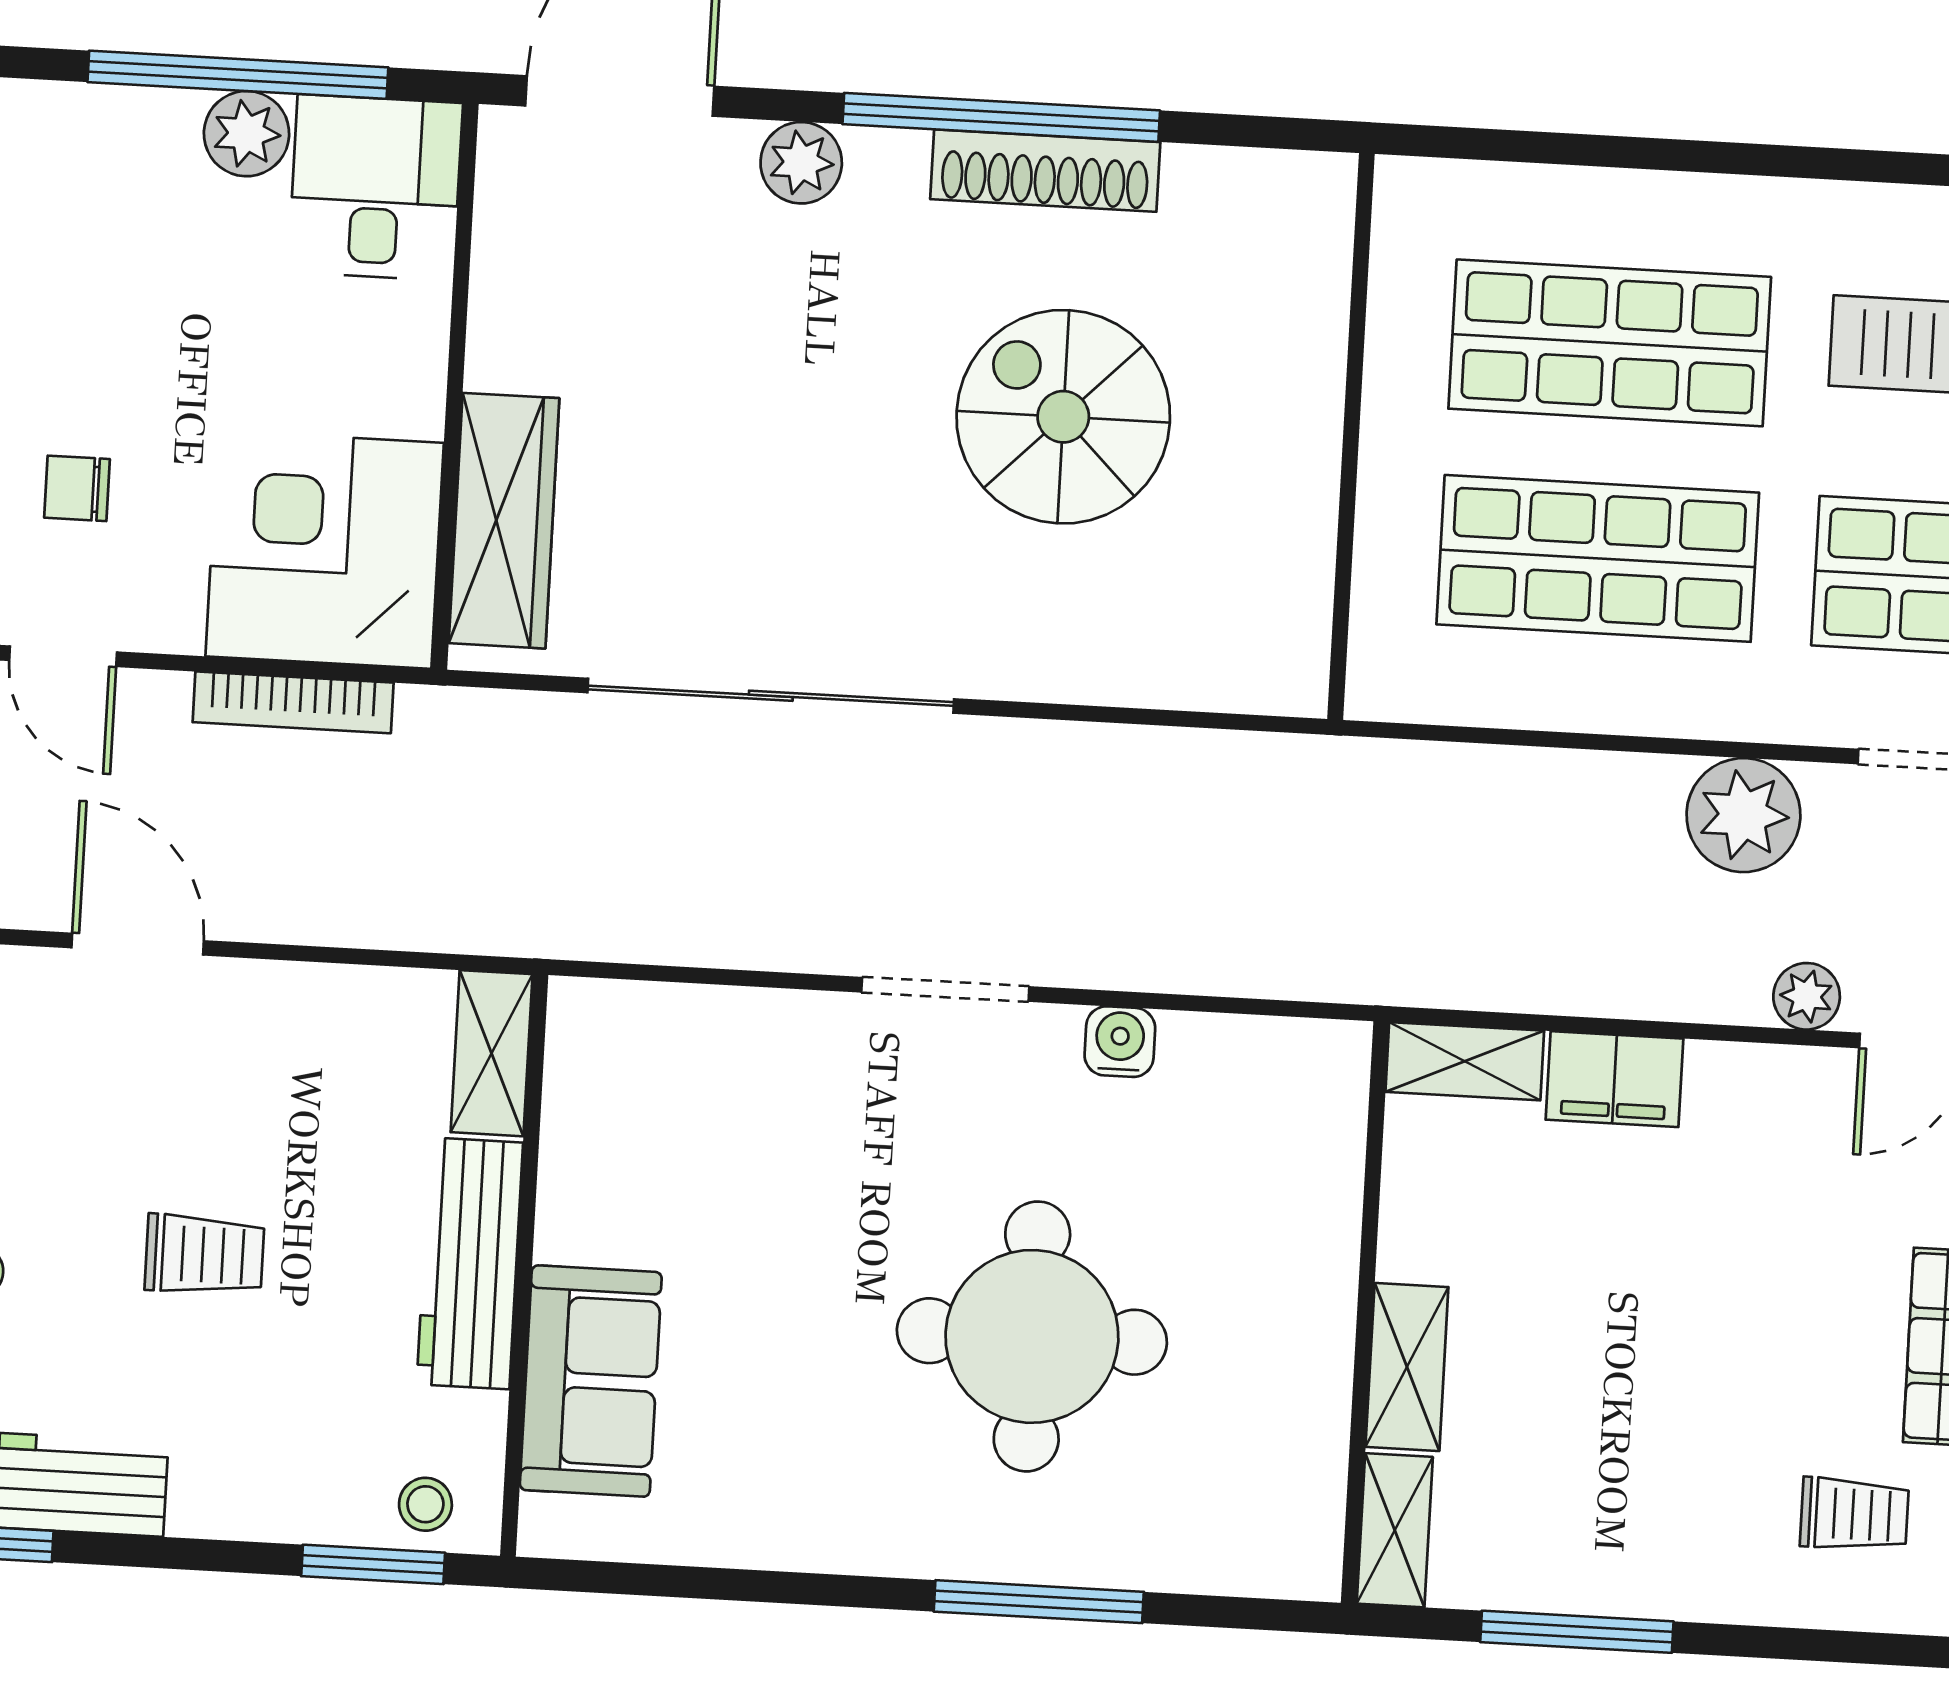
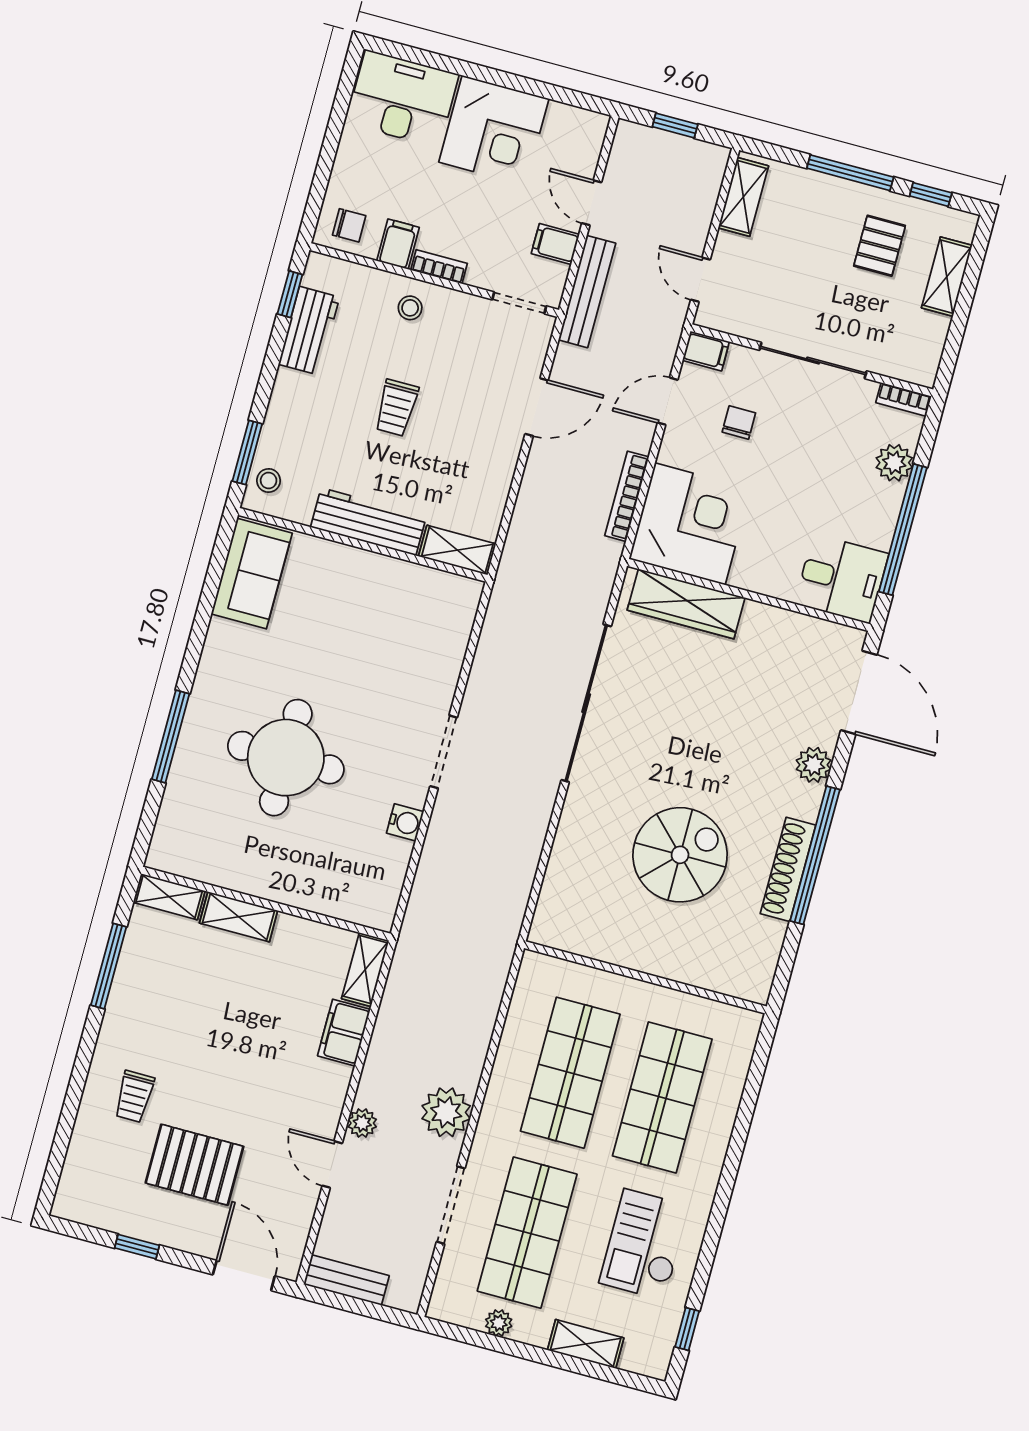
plant: (247, 134) -> (894, 463), moved
sofa: (591, 1381) -> (252, 573), moved, turned -90

